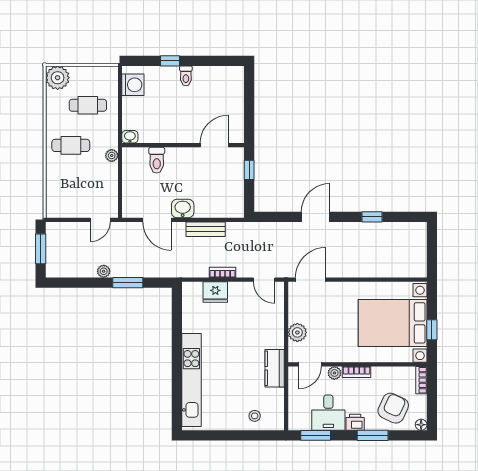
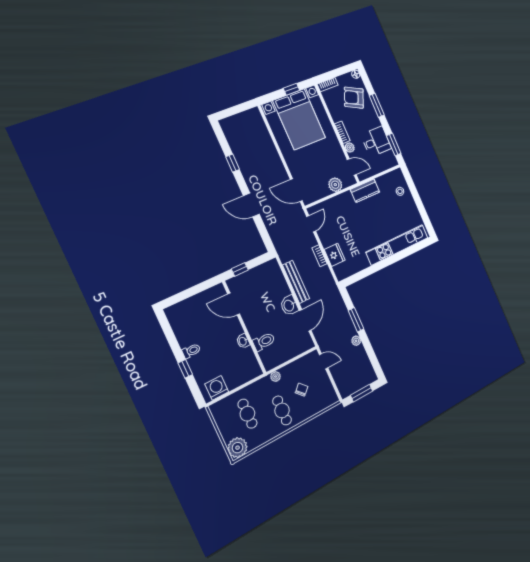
washbasin: (130, 137) -> (243, 341), moved
chair: (82, 179) -> (302, 390), added
bench: (206, 229) -> (296, 282), width x1.36
printer: (355, 422) -> (374, 121), removed

